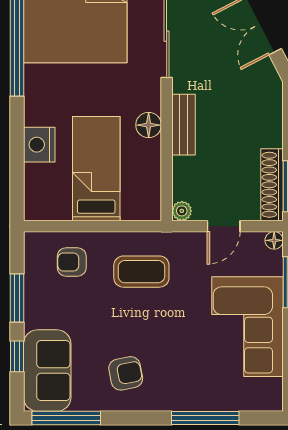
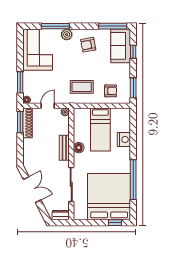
window: (17, 298) -> (133, 88), moved
corner sofa: (247, 327) -> (38, 50), moved
plant: (178, 398) -> (67, 35), added

